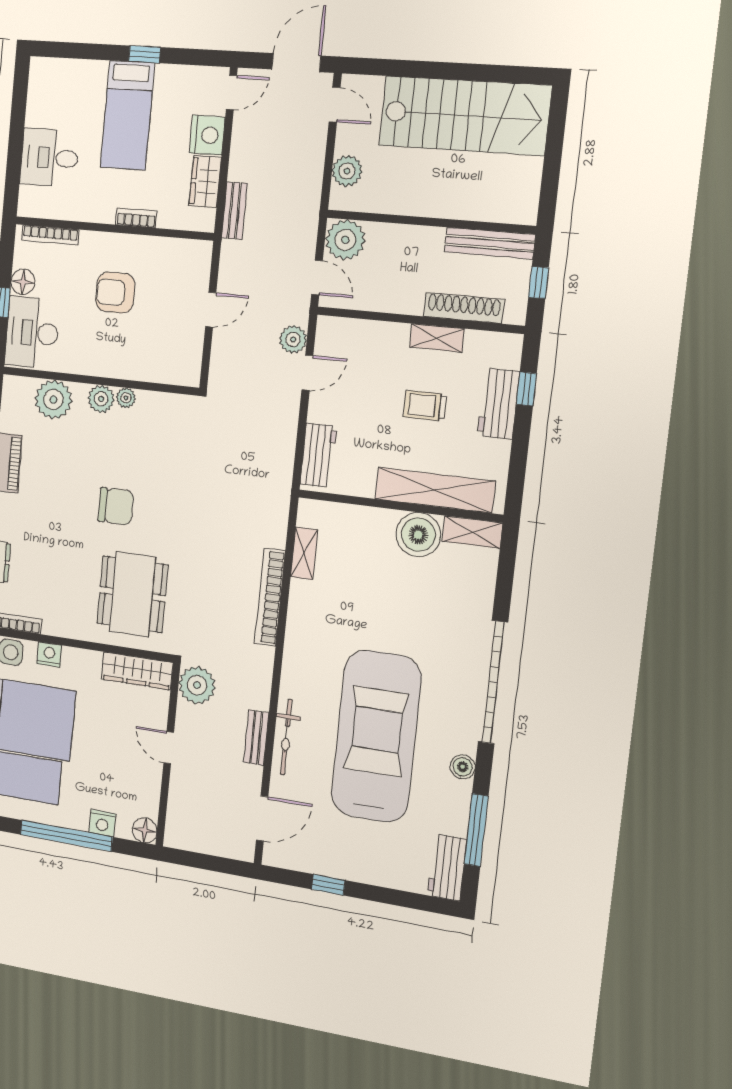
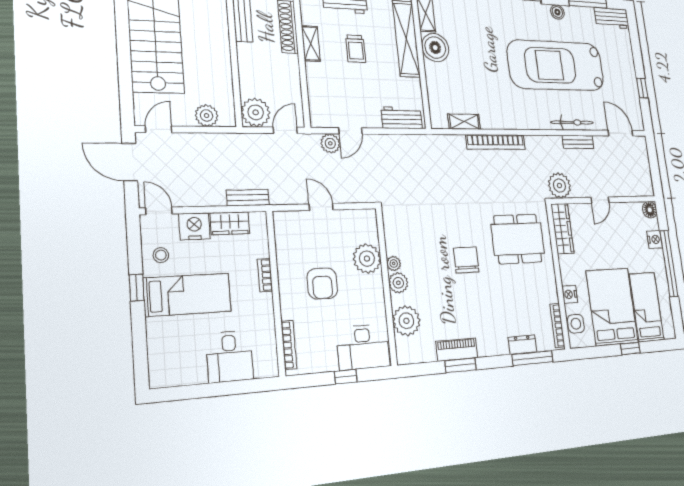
stool: (178, 88) -> (161, 255), added
floor lamp: (23, 282) -> (328, 362), removed
plant: (137, 361) -> (367, 259), added
door: (307, 373) -> (350, 131), swing flipped

